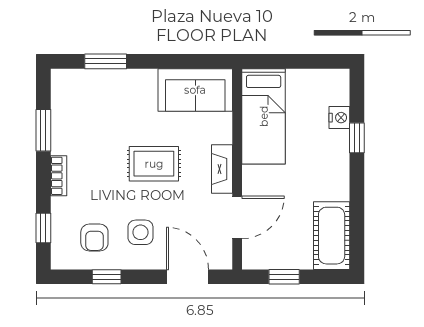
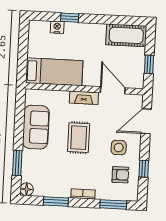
floor lamp: (62, 80) -> (27, 189), added
sofa: (195, 90) -> (36, 127), moved
window: (43, 228) -> (113, 204), width x1.50

